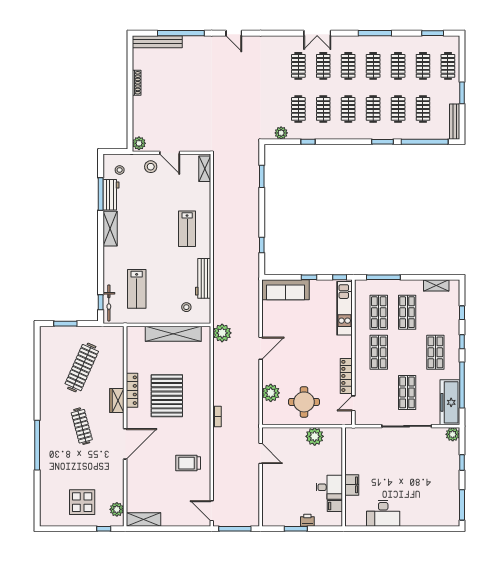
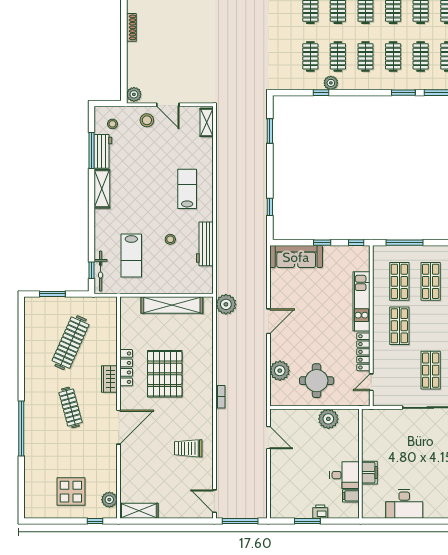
plant: (281, 133) -> (331, 83), moved
lab bench: (187, 229) -> (187, 189), turned 180
stool: (186, 307) -> (170, 239), moved
kitchen unit: (345, 308) -> (361, 301), moved

